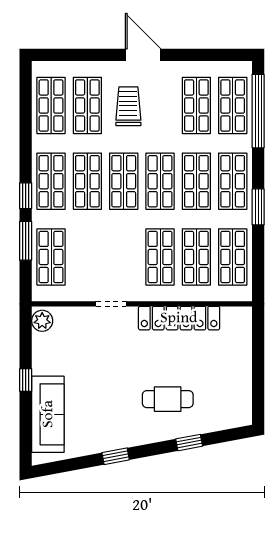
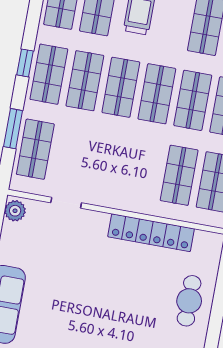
window: (26, 196) -> (25, 63), moved
shop shelf: (160, 257) -> (143, 169), removed
doorway: (111, 304) -> (66, 203), moved
cafe table: (168, 399) -> (189, 301), moved, turned 90

